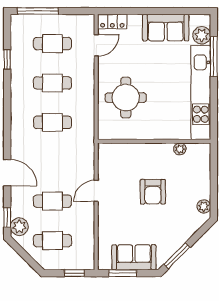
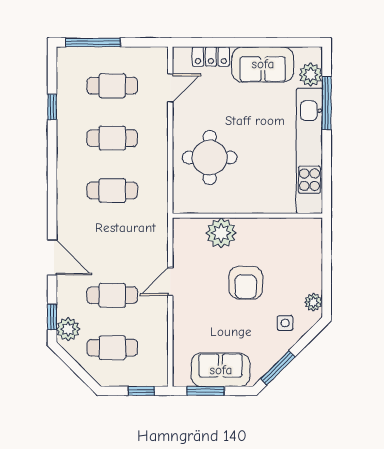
locker: (112, 22) -> (211, 57), moved
plant: (180, 149) -> (221, 233), moved, width x1.88, depth x1.88
side table: (182, 222) -> (285, 323), added

